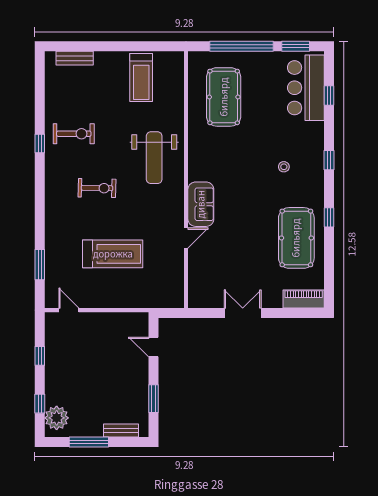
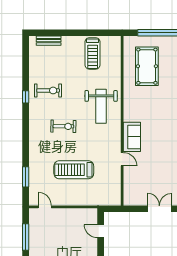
door: (186, 238) -> (122, 159), hinge flipped
treadmill: (113, 254) -> (74, 170), turned 180
window: (40, 356) -> (26, 237), width x2.17

